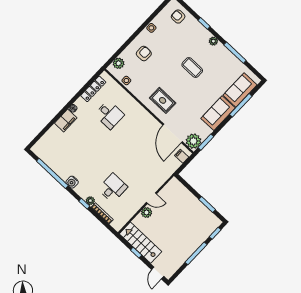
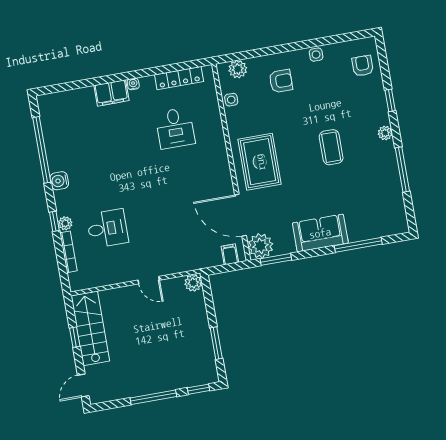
sofa: (240, 90) -> (372, 224), removed
rug: (163, 100) -> (260, 162), width x1.36, depth x1.43
door: (173, 133) -> (240, 215), hinge flipped
plant: (147, 213) -> (193, 283), moved

